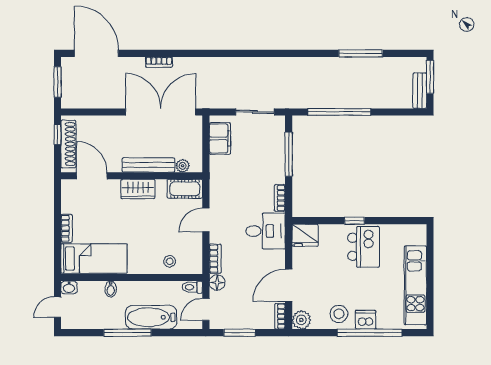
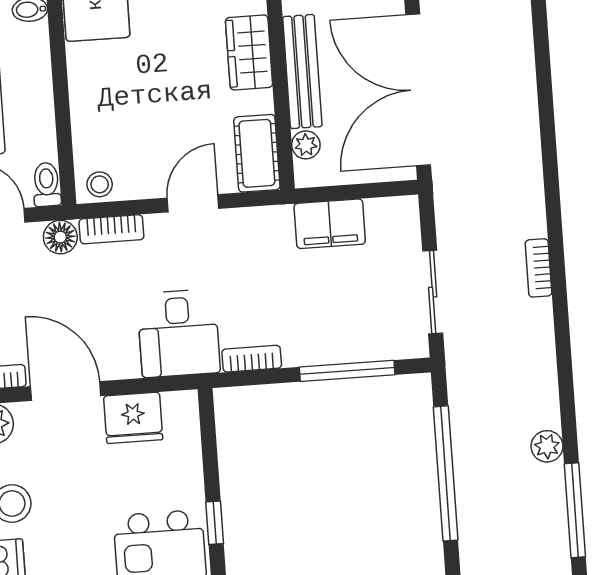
bookcase: (159, 62) -> (539, 268), moved
plant: (330, 64) -> (547, 446), added
double door: (161, 112) -> (418, 90), swing flipped
filing cabinet: (220, 138) -> (330, 224), moved
door: (206, 220) -> (193, 203), hinge flipped
fridge: (305, 235) -> (133, 418), moved, turned -90
stool: (170, 261) -> (100, 184), moved

